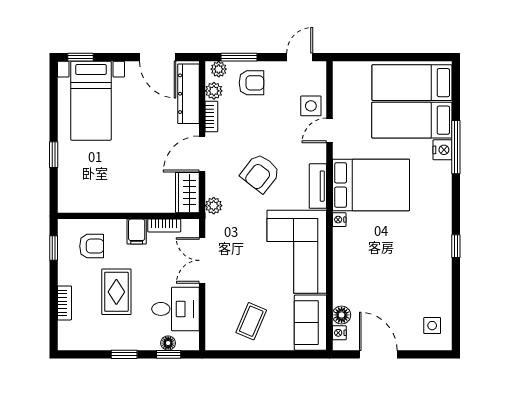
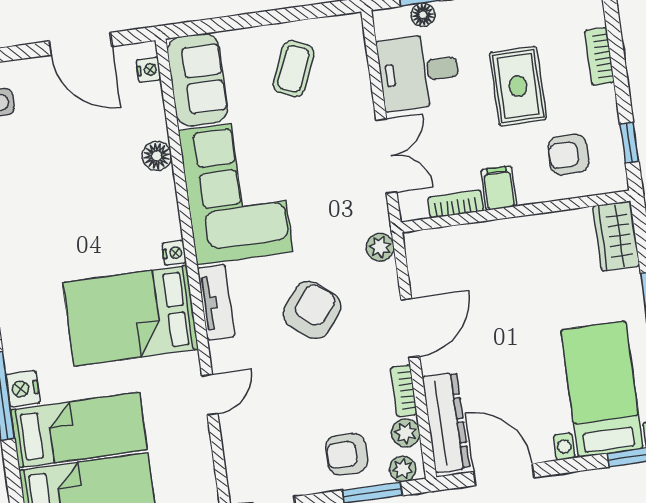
side table: (311, 106) -> (245, 430), removed
wardrobe: (187, 193) -> (616, 236), moved, turned 180
floor lamp: (342, 315) -> (157, 156), moved

